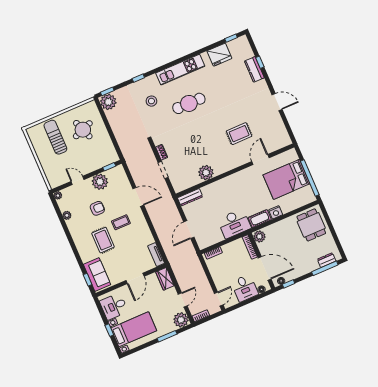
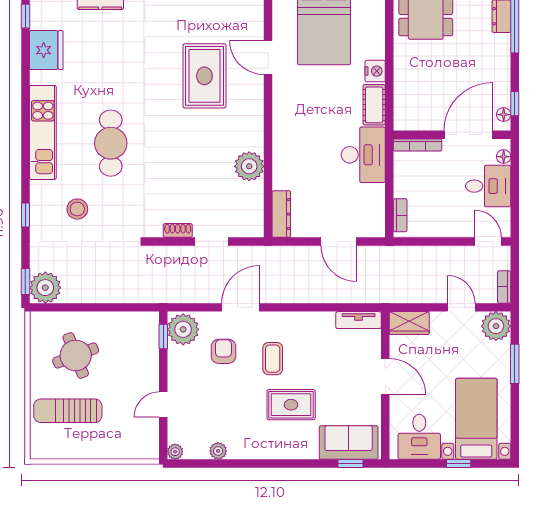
rug: (239, 134) -> (204, 76), width x1.36, depth x1.43
plant: (100, 182) -> (183, 329), moved
armchair: (97, 208) -> (223, 351), moved
plant: (259, 236) -> (406, 119), removed

